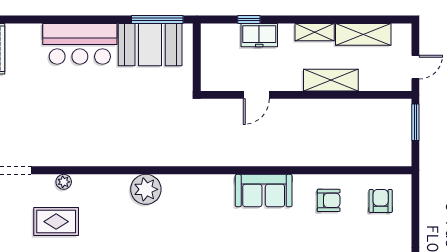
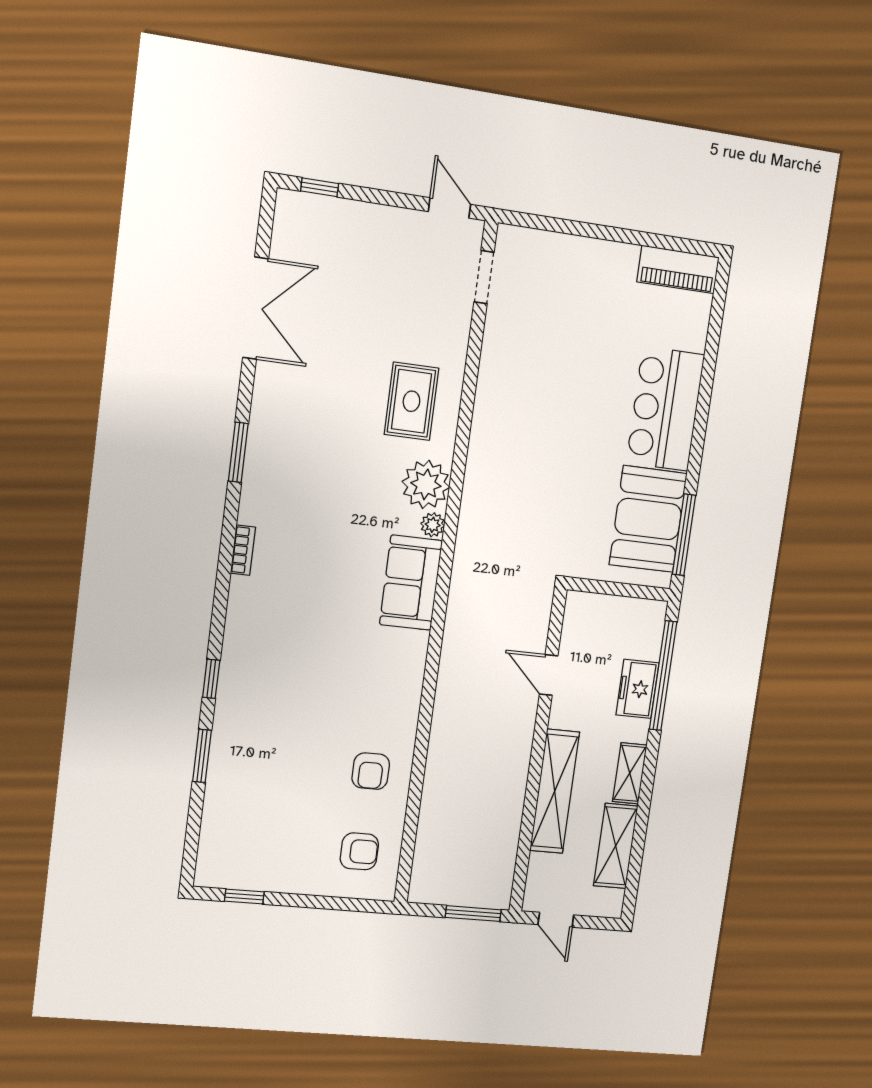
window: (249, 19) -> (663, 676), width x3.17
shelving: (331, 80) -> (555, 791), width x1.47
plant: (64, 182) -> (433, 525), moved
sofa: (264, 191) -> (411, 583), moved
rug: (56, 222) -> (411, 401), moved

